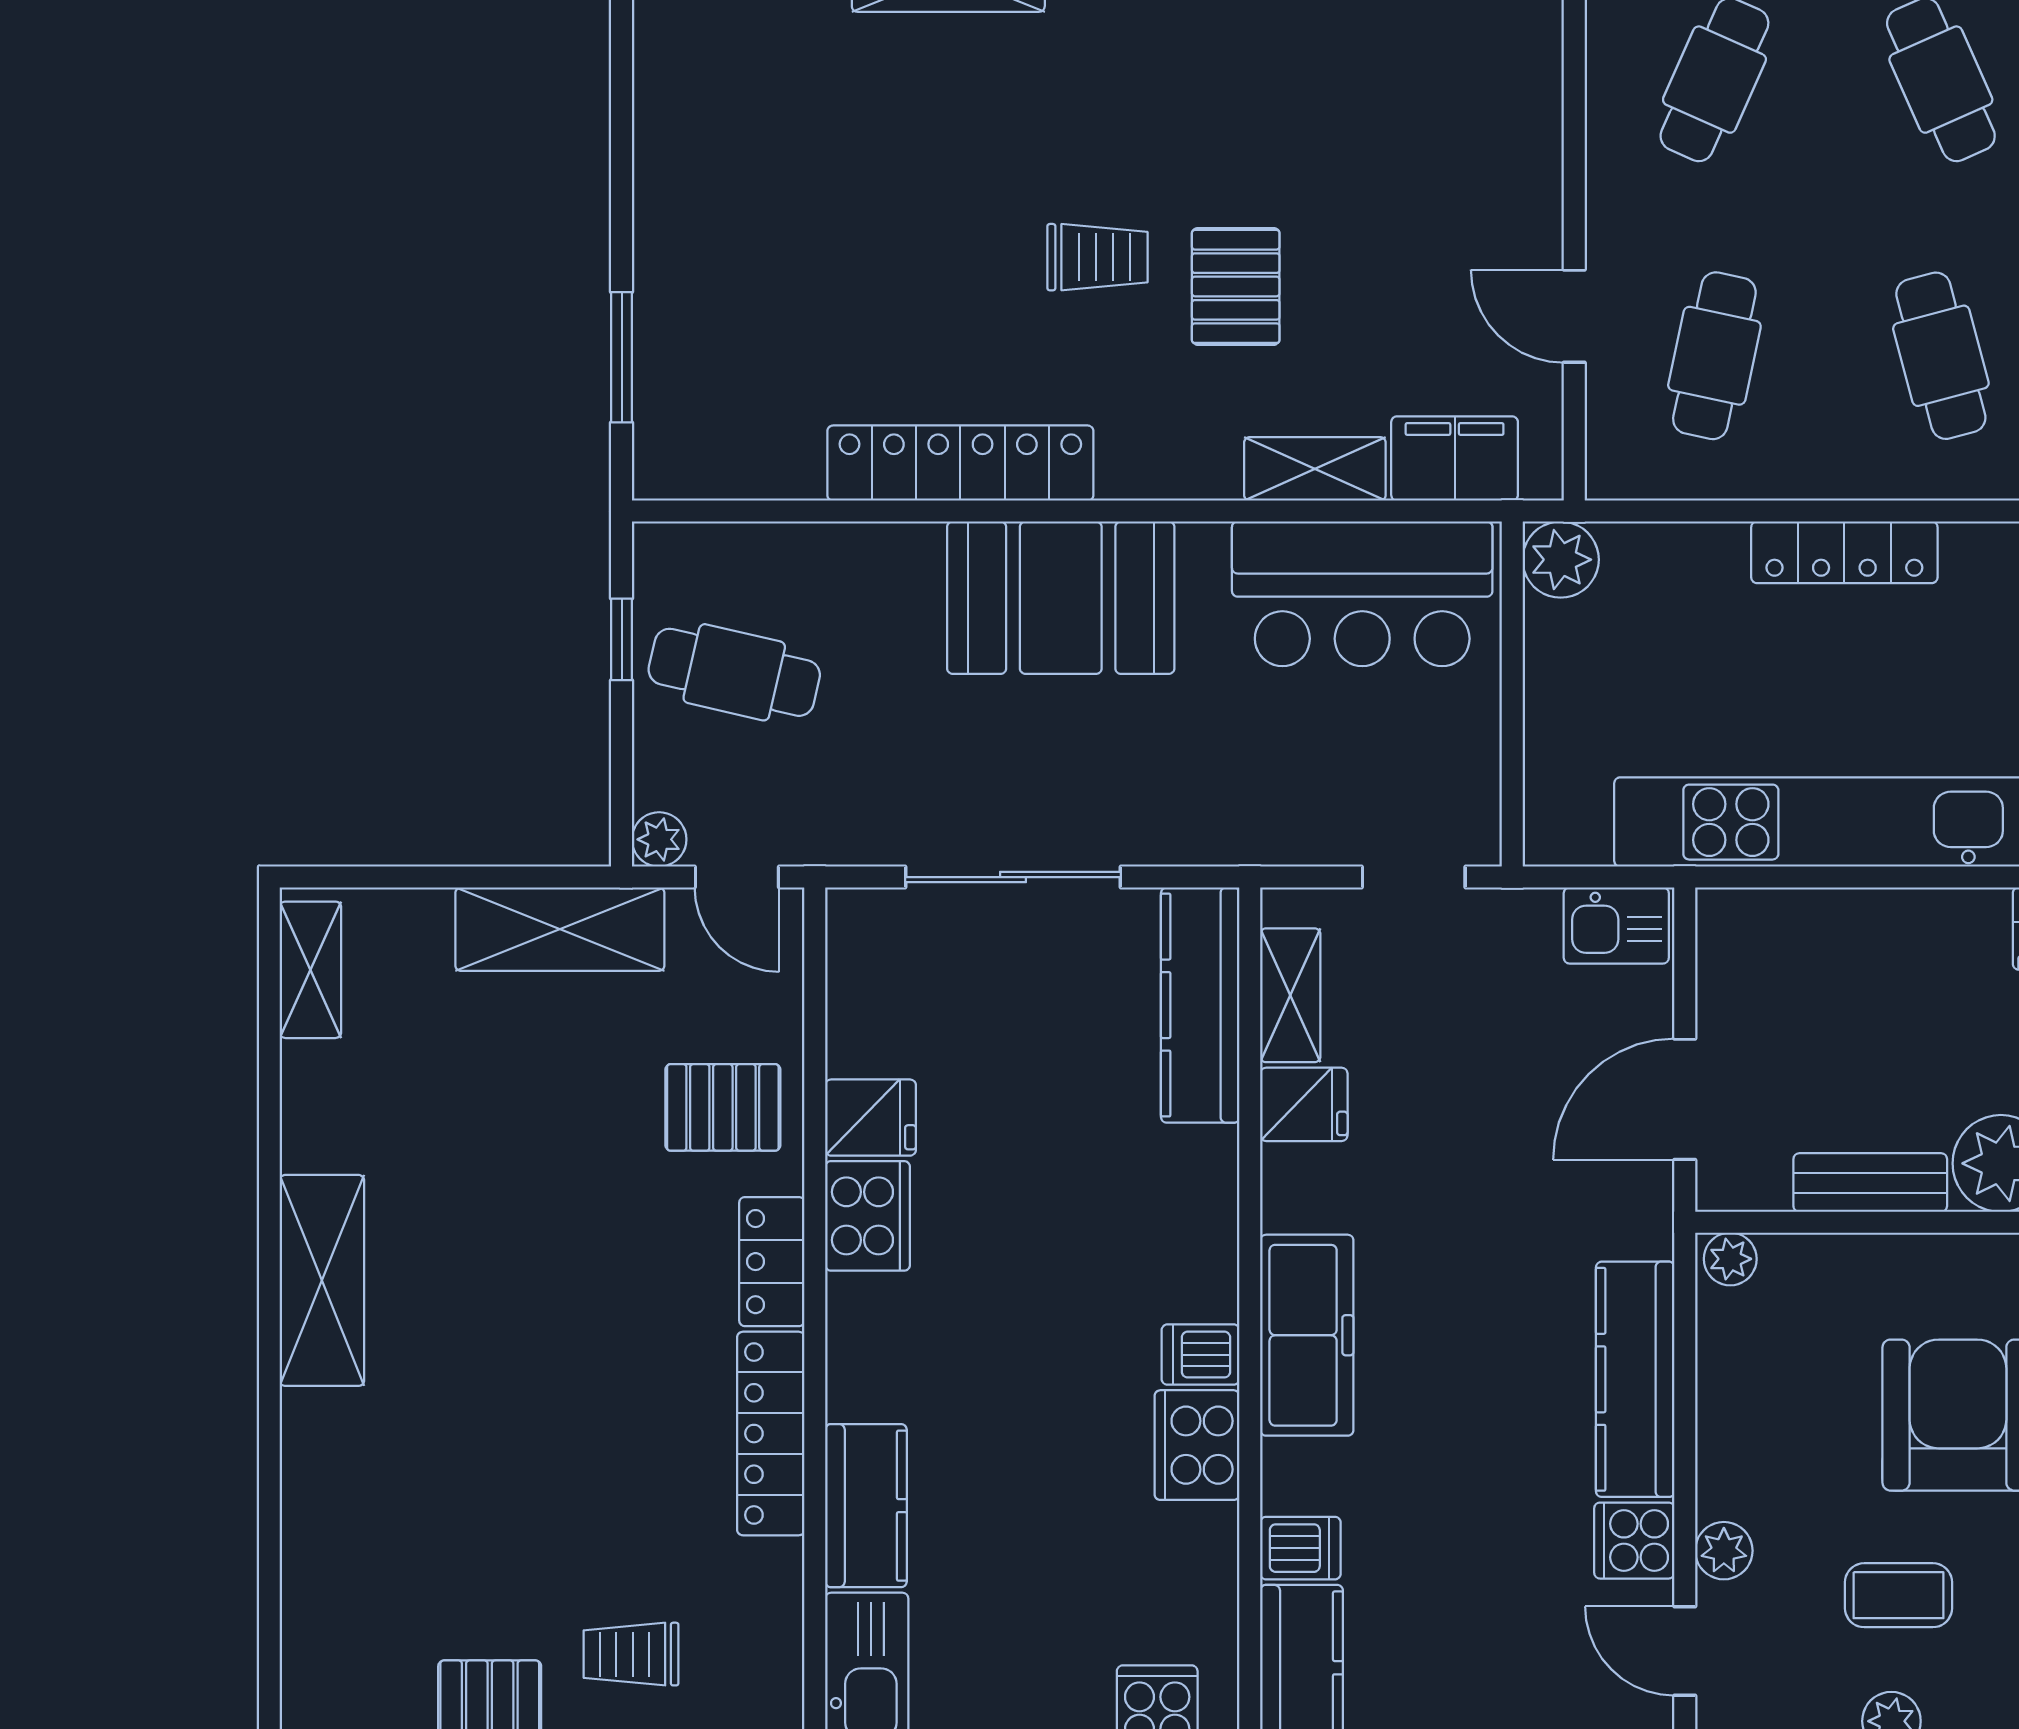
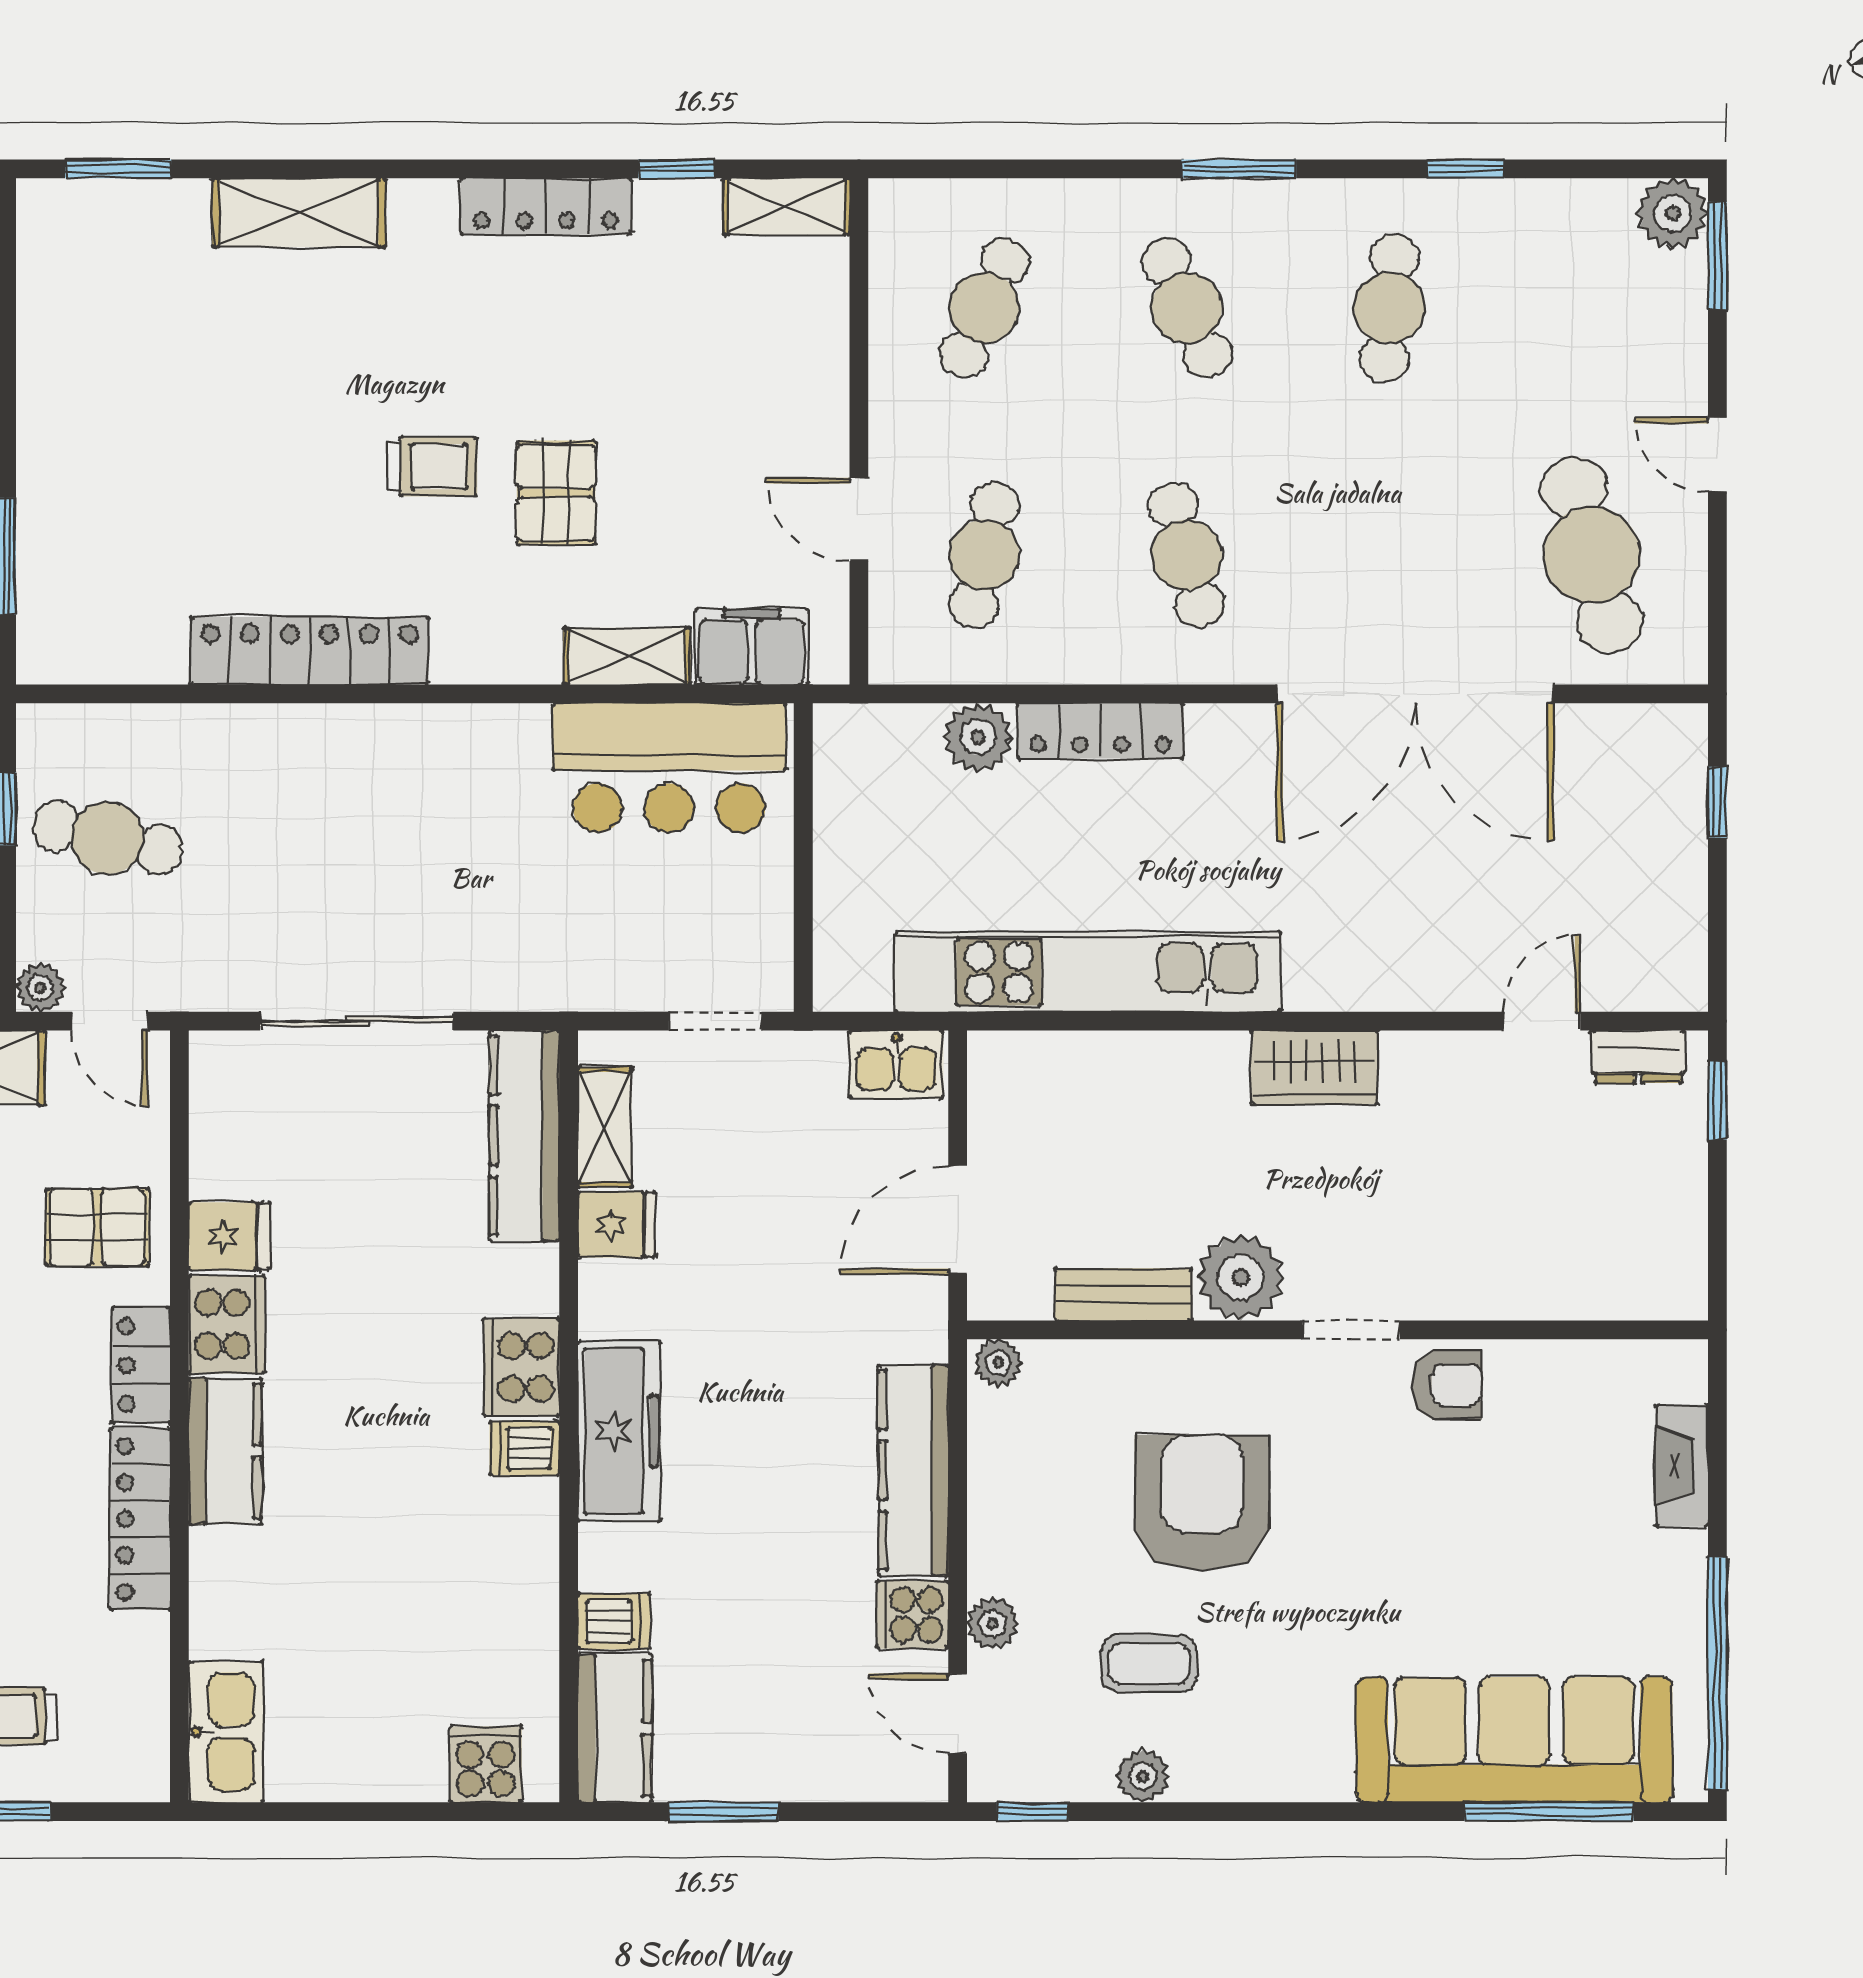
plant: (1561, 560) -> (978, 737), moved
booth: (1061, 598) -> (399, 771), removed
cooker: (1197, 1445) -> (521, 1367), moved
kitchen counter: (866, 1506) -> (225, 1451), moved

